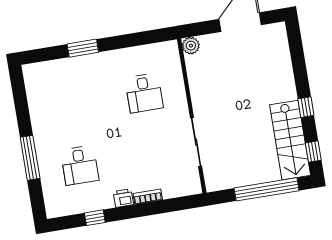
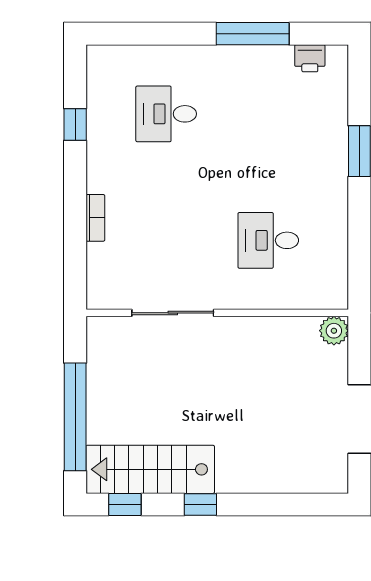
window: (30, 158) -> (253, 34), moved
printer: (123, 198) -> (310, 58), moved, turned 90

